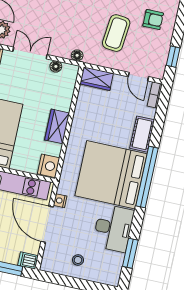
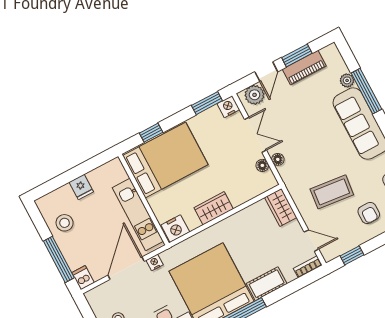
floor lamp: (77, 55) -> (278, 159), moved
door: (138, 77) -> (311, 241), swing flipped

